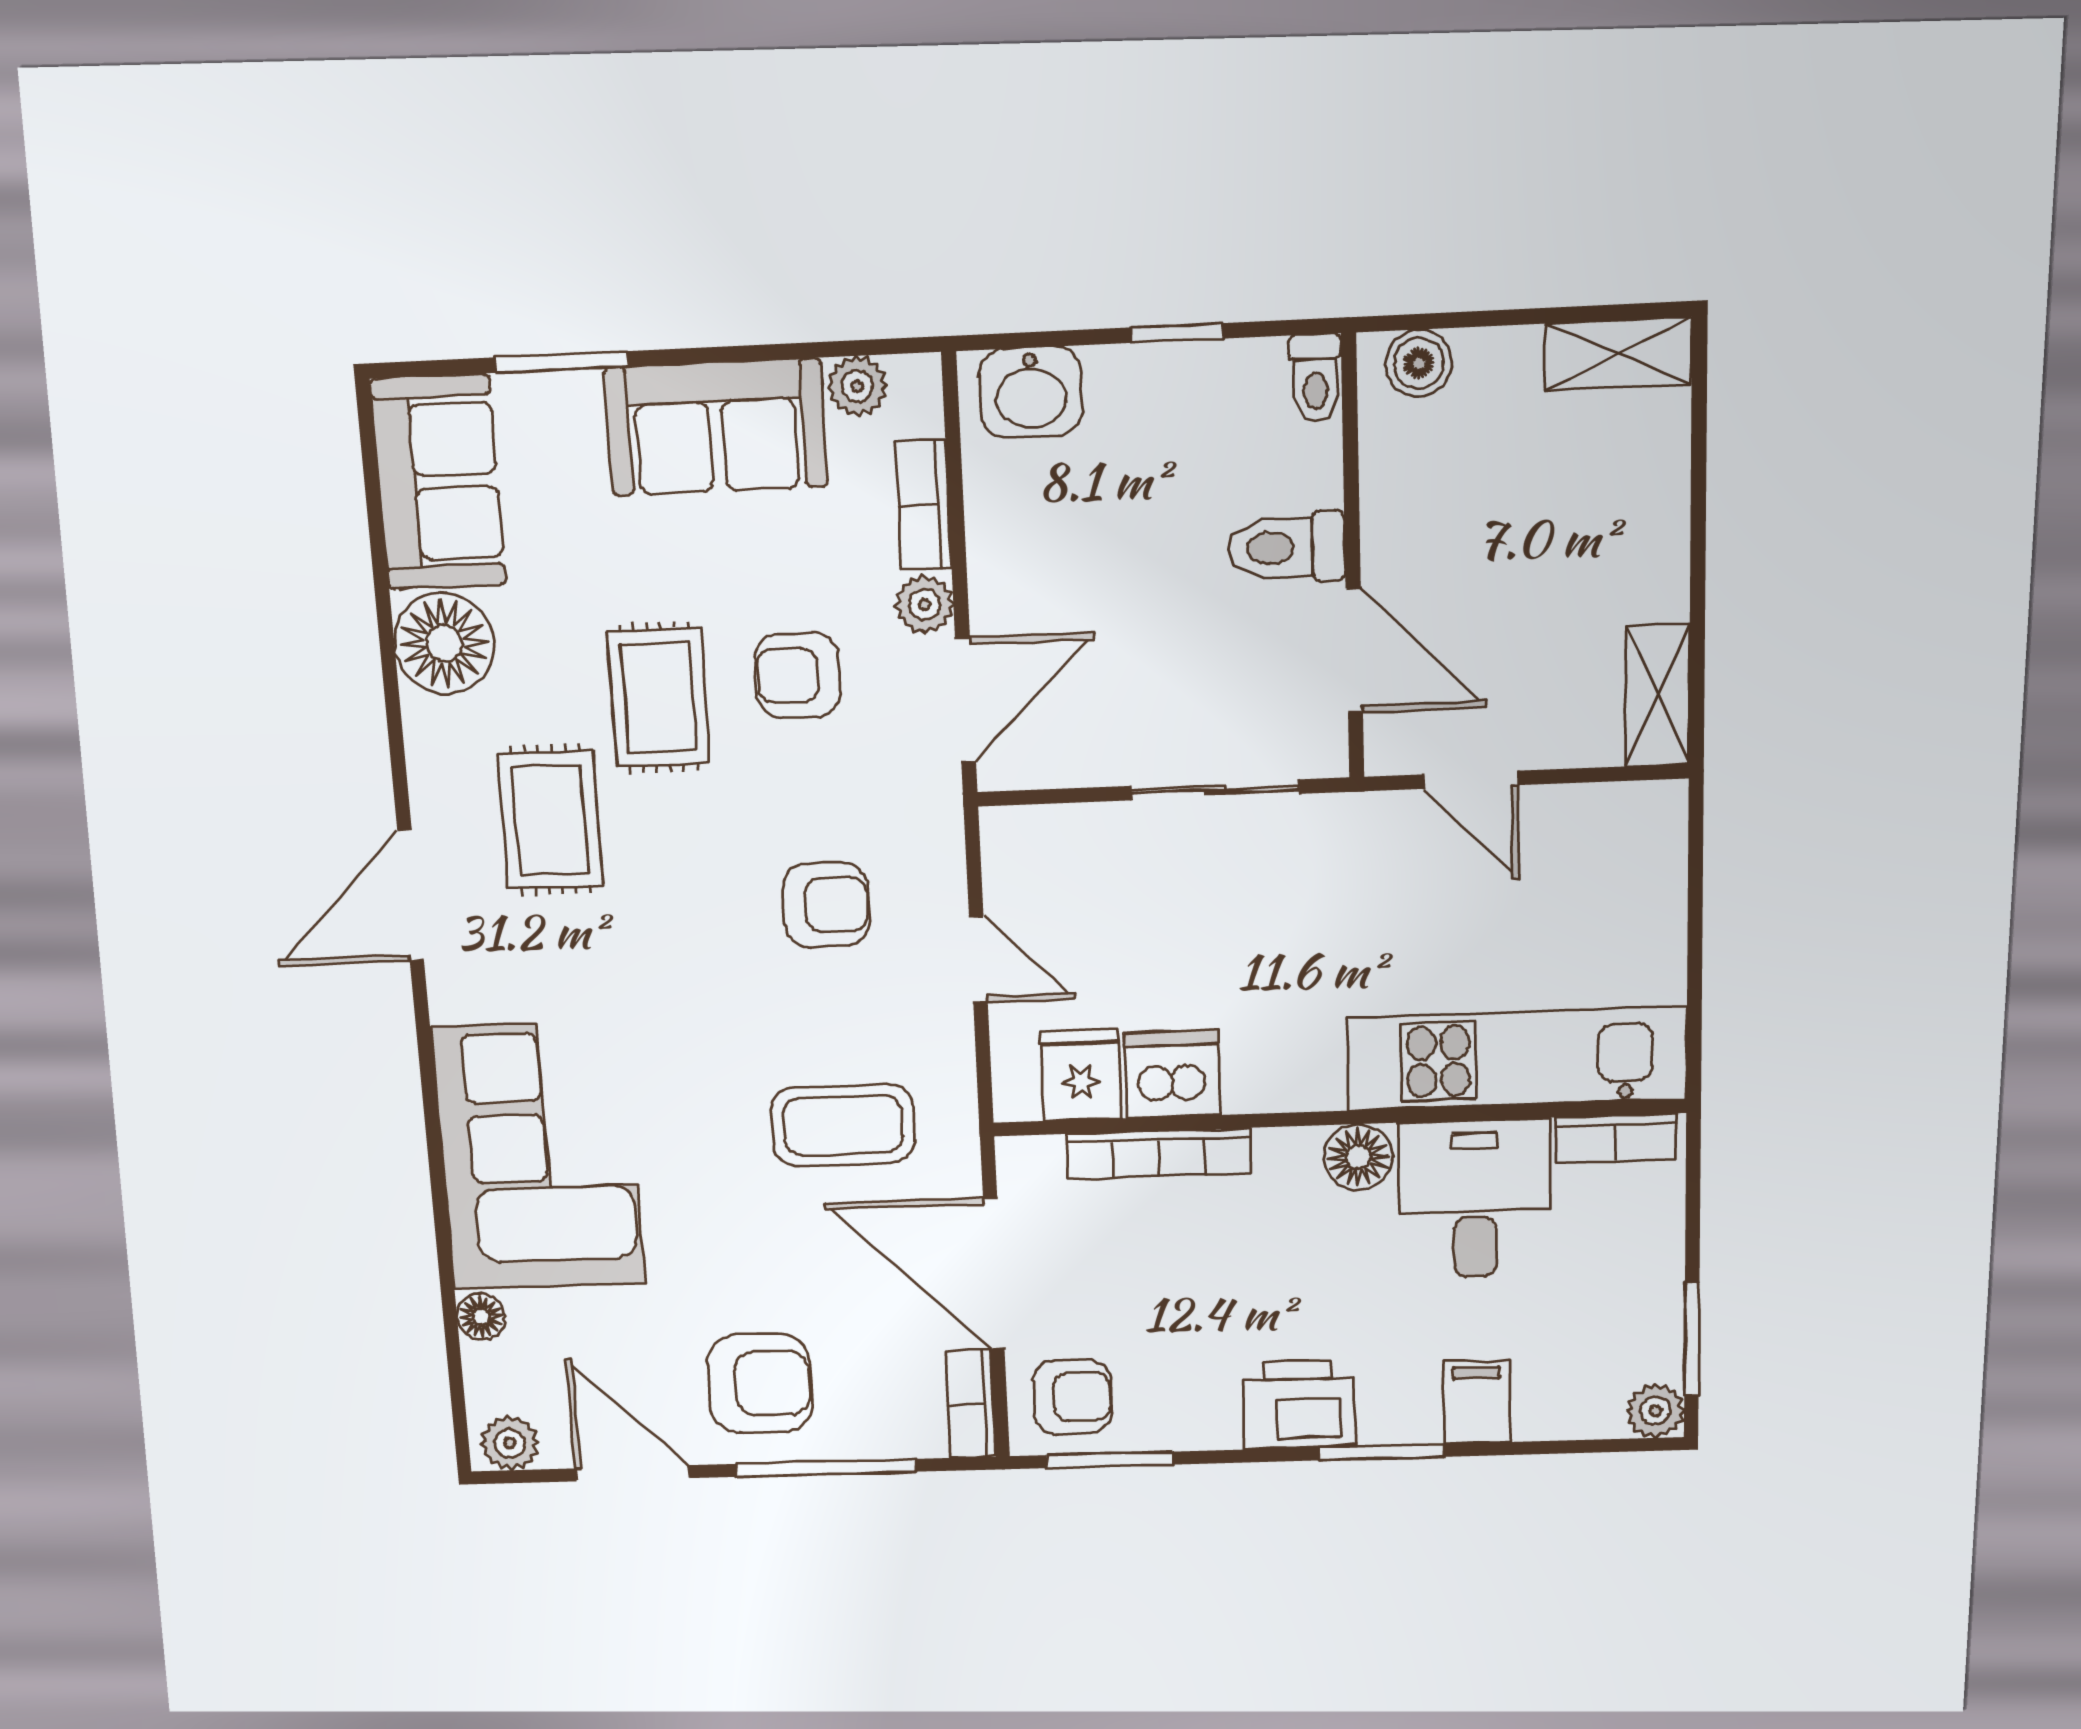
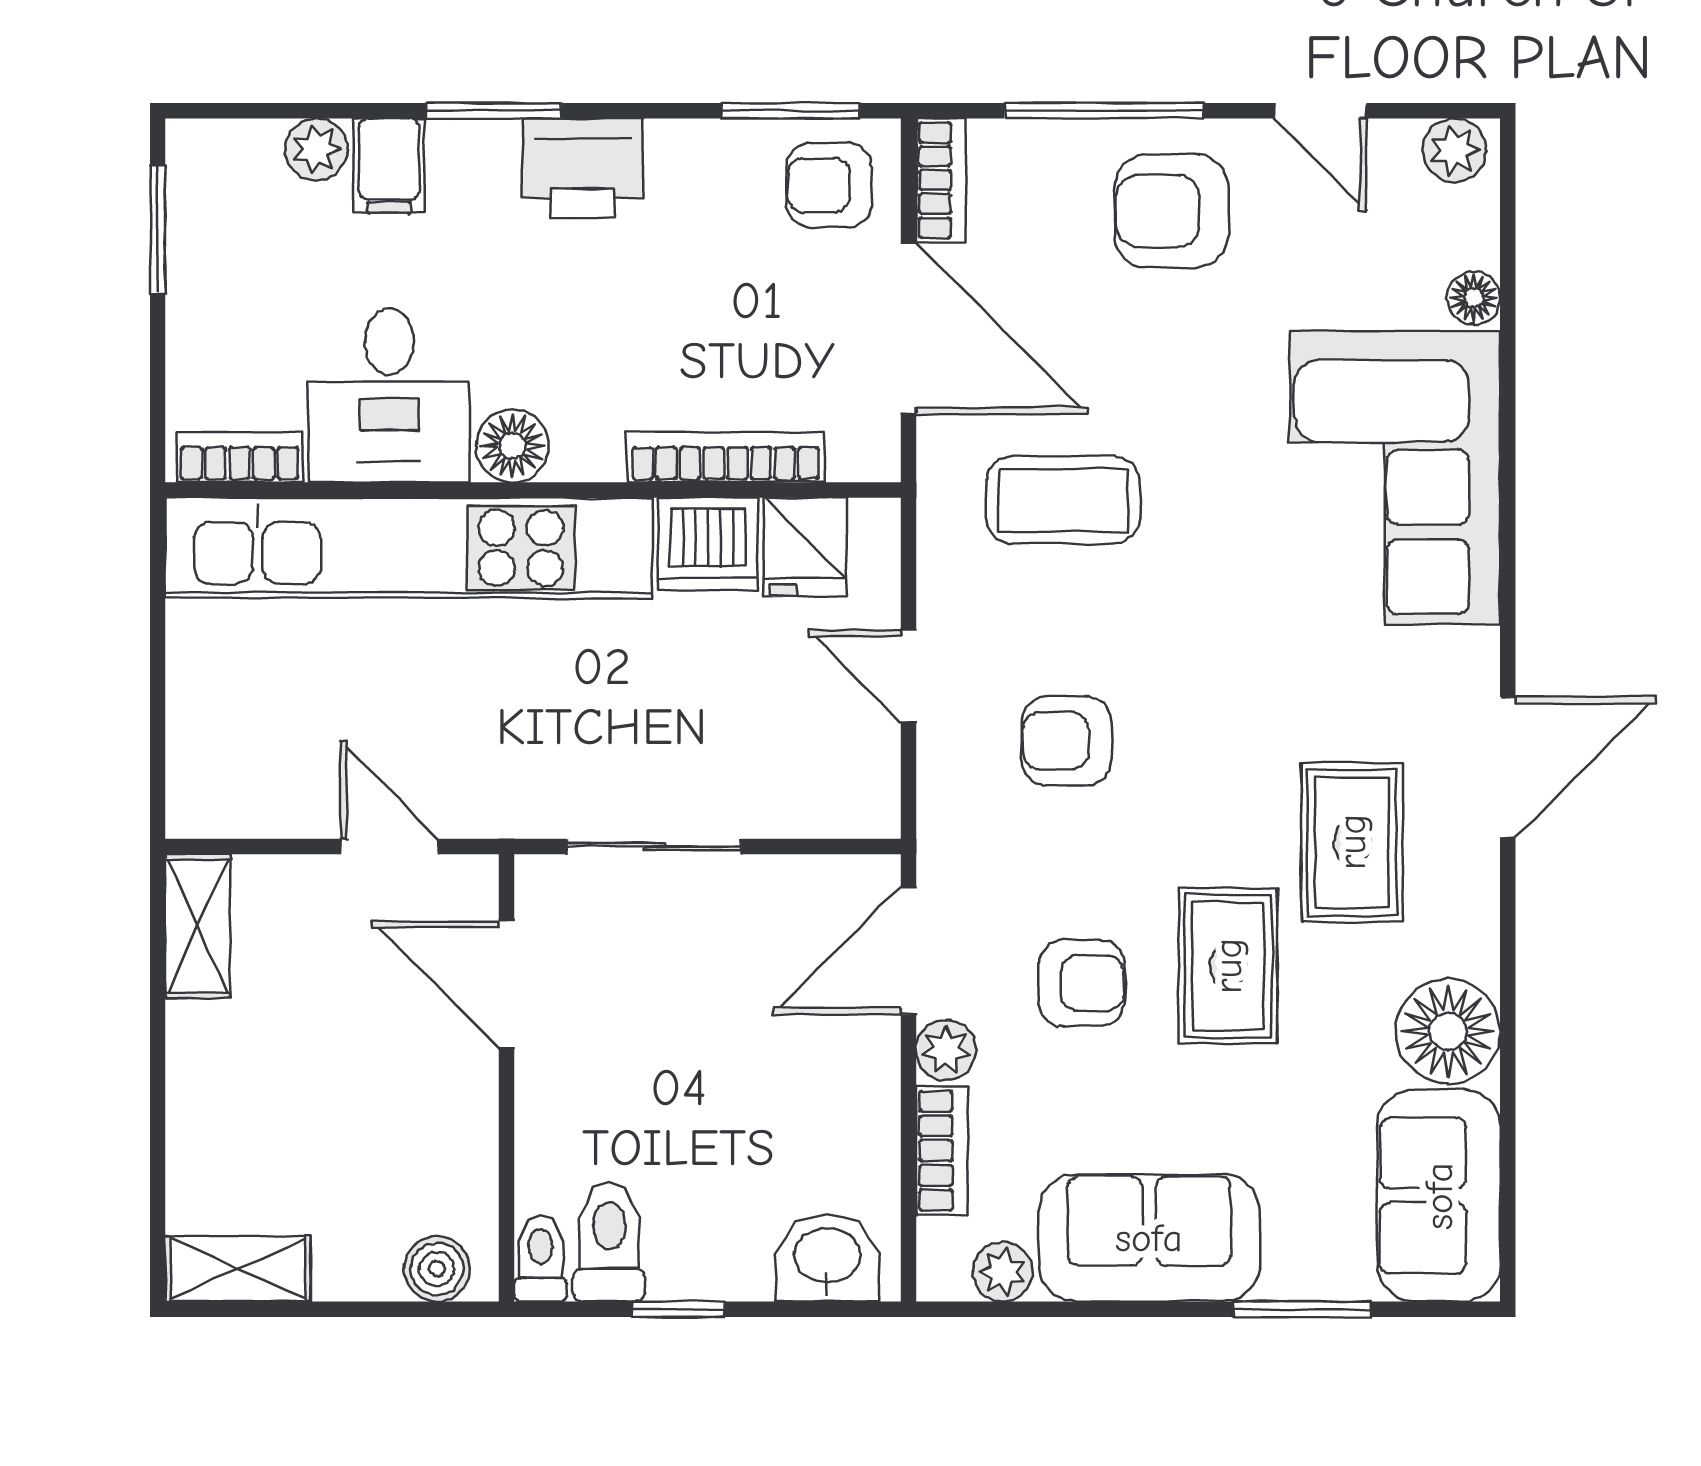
toilet: (1286, 547) -> (609, 1242), moved, turned -90
kitchen unit: (1516, 1059) -> (409, 548), width x1.36
plant: (1655, 1411) -> (316, 149), moved
door: (633, 1473) -> (1320, 111), width x0.73

